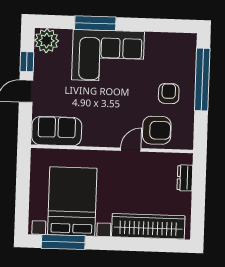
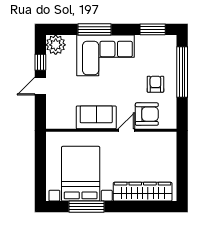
window: (167, 26) -> (153, 29), added
sofa: (57, 131) -> (96, 117), moved
dresser: (185, 178) -> (171, 152), removed
window: (63, 242) -> (86, 207), moved

